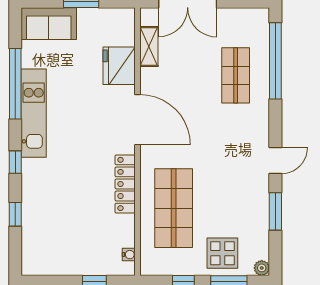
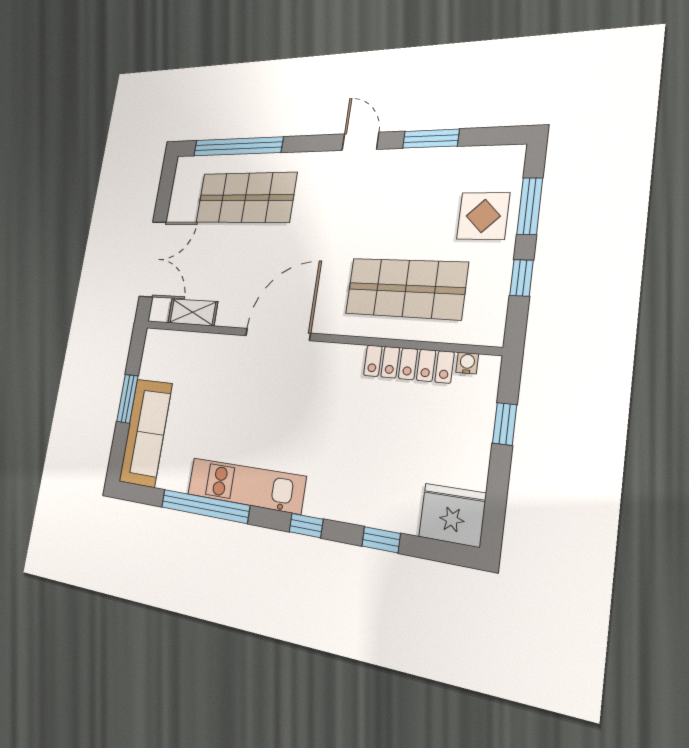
sofa: (49, 24) -> (146, 432), width x1.36
fridge: (119, 66) -> (452, 515), moved, turned 180
shop shelf: (236, 75) -> (246, 198), width x1.43, depth x1.36
locker: (125, 184) -> (408, 364), moved
plant: (262, 268) -> (514, 156), removed

